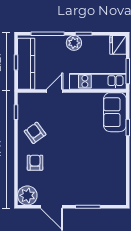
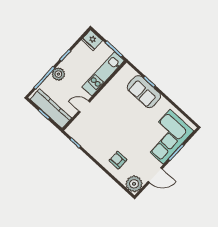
plant: (74, 43) -> (58, 74), moved
door: (55, 91) -> (84, 107), hinge flipped
sofa: (115, 112) -> (144, 92), moved
armchair: (35, 133) -> (99, 143), removed
corner sofa: (94, 186) -> (167, 137), added

